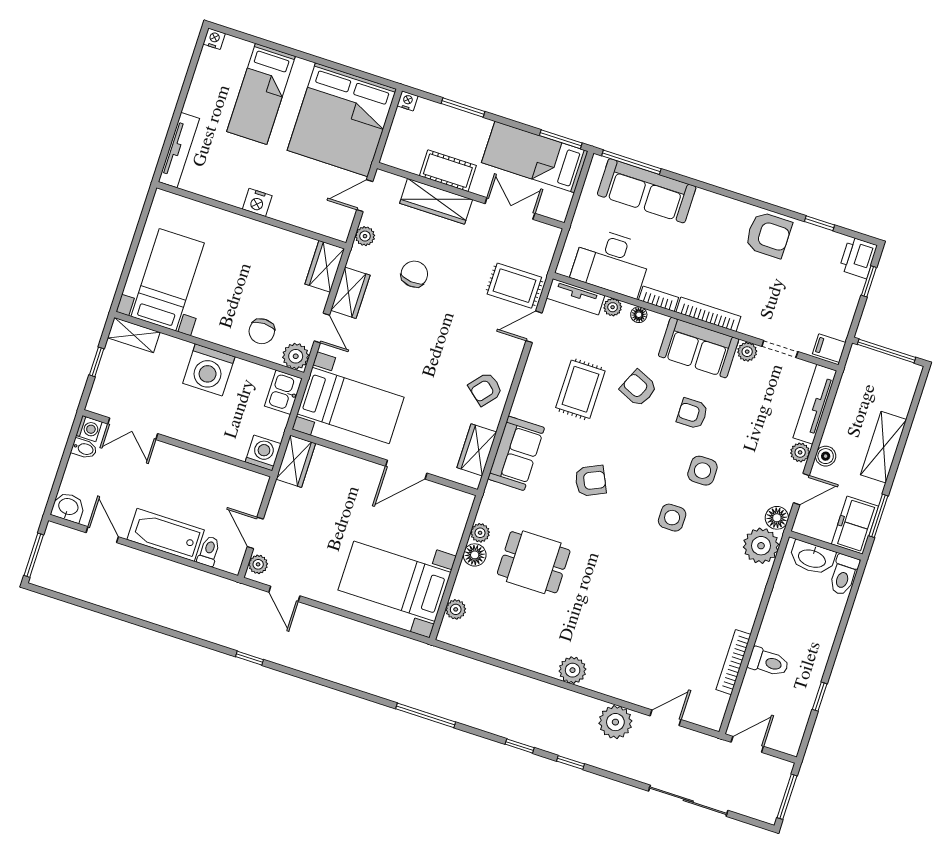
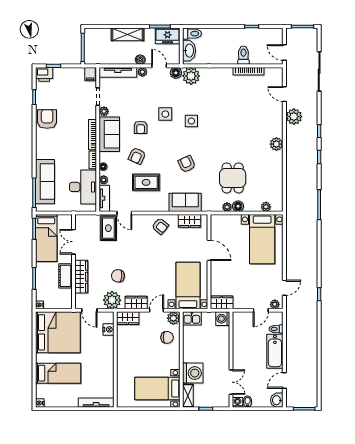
nightstand: (257, 202) -> (108, 329), moved
plant: (365, 236) -> (112, 300), width x1.87, depth x1.87
washing machine: (209, 370) -> (193, 373), moved

